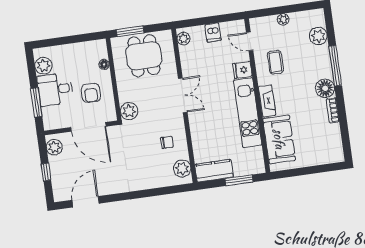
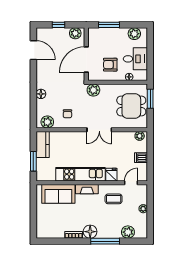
desk: (55, 89) -> (135, 59), moved, turned 90
floor lamp: (145, 183) -> (41, 94), added

